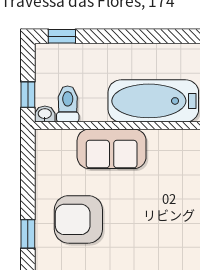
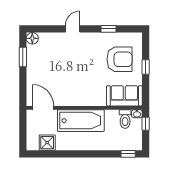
sofa: (112, 149) -> (124, 96), moved
window: (28, 234) -> (146, 67), moved

